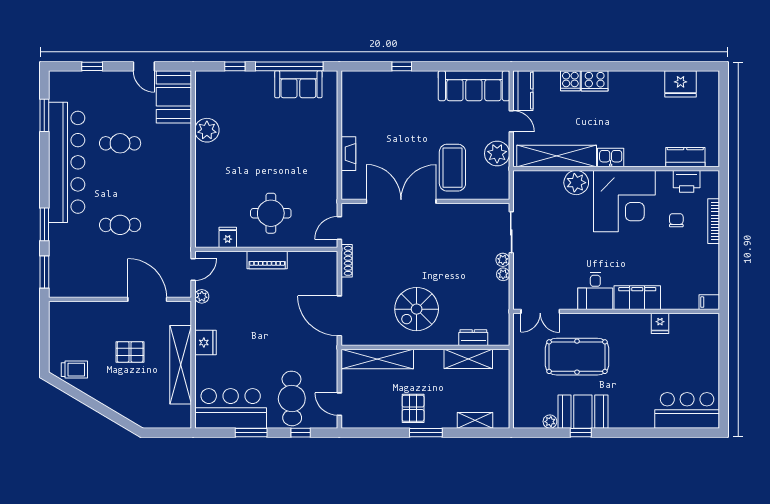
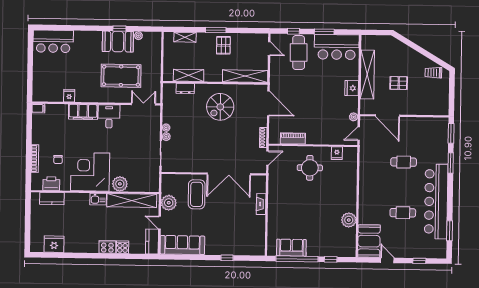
piano: (267, 260) -> (293, 138), moved
spiral stairs: (417, 309) -> (220, 107), turned 180

